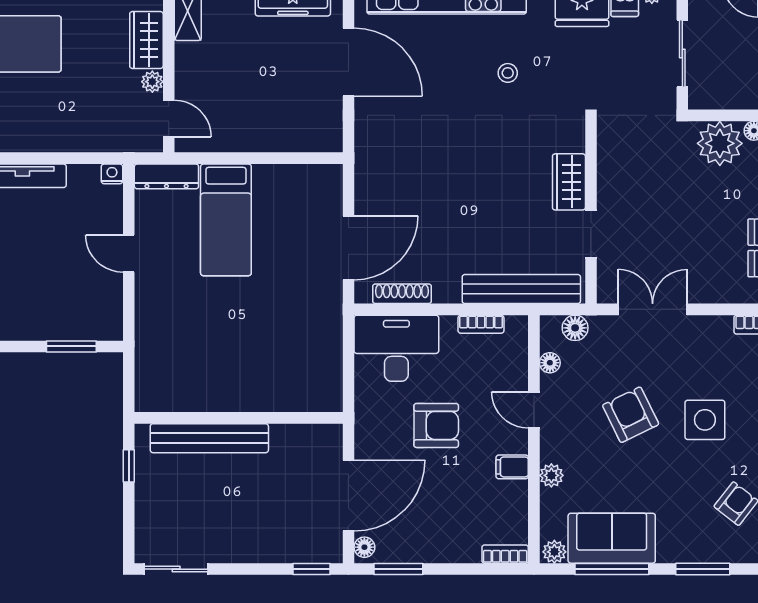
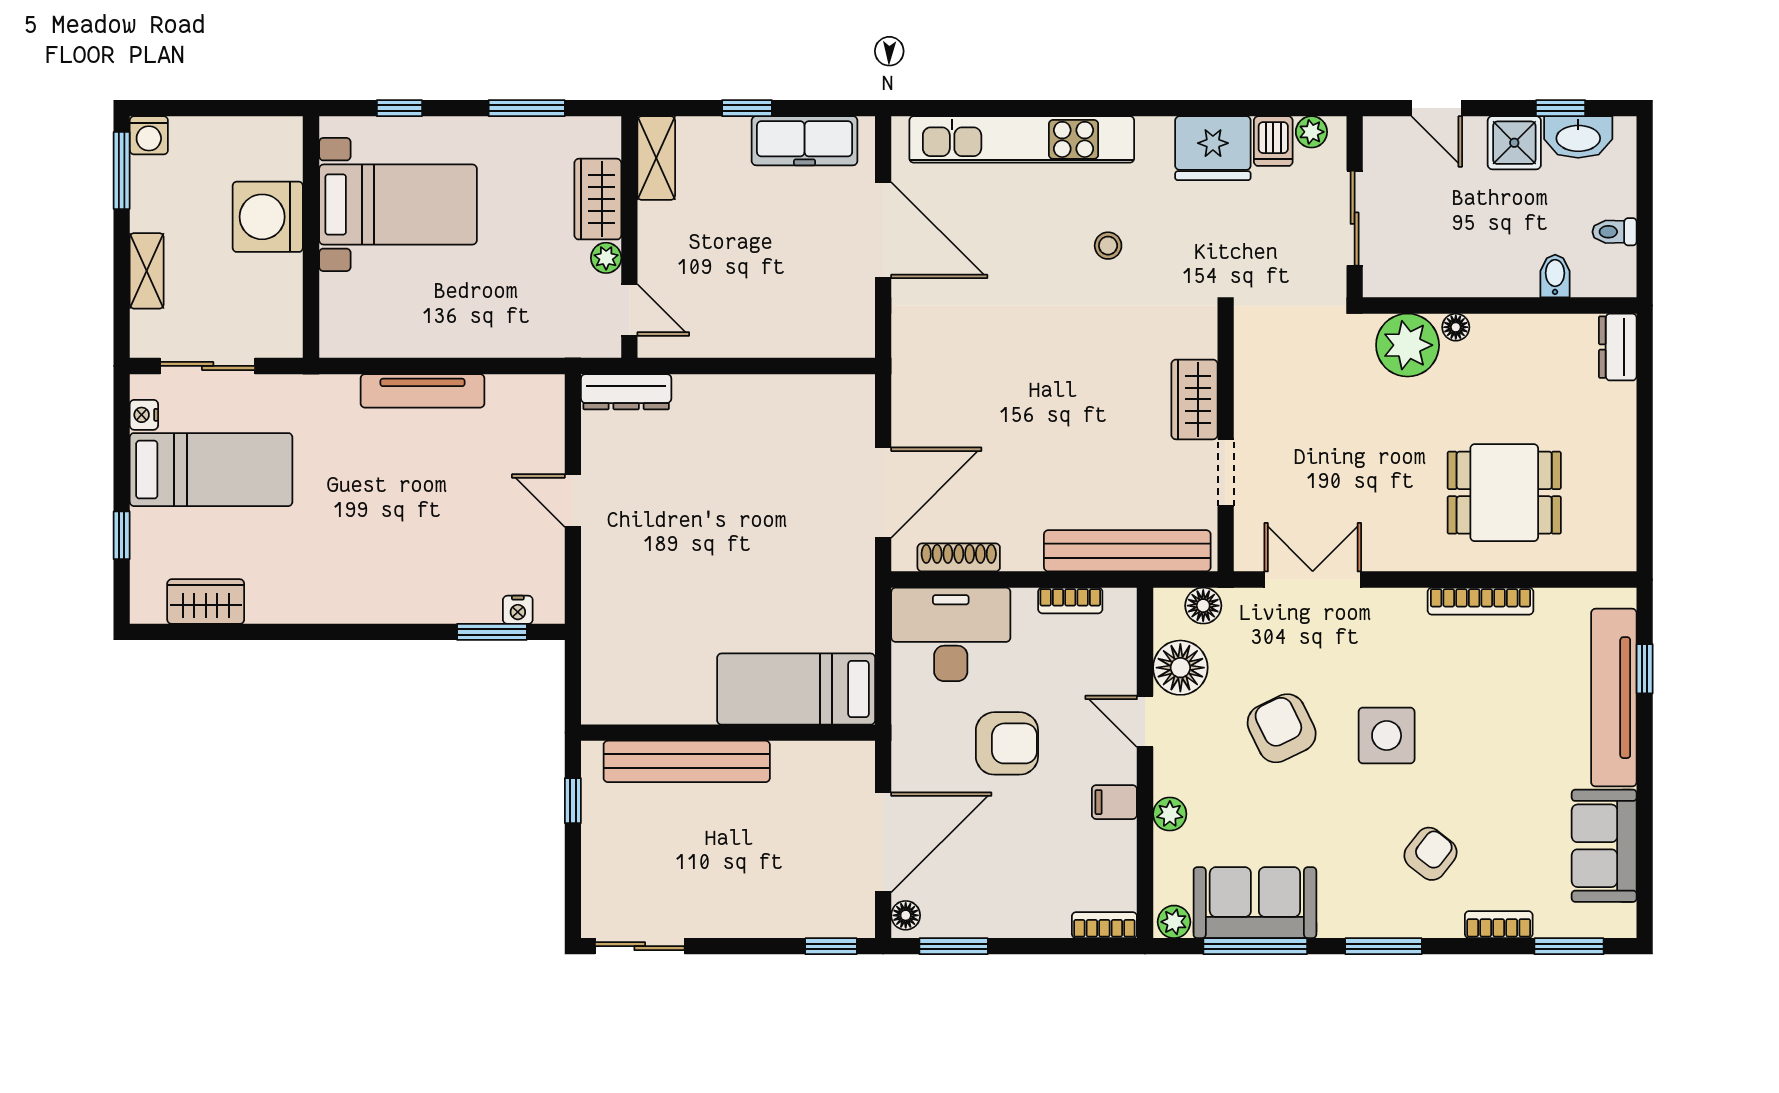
nightstand: (112, 174) -> (518, 610), moved, turned 180
bed: (226, 220) -> (796, 689), moved, turned 90
floor lamp: (550, 363) -> (1180, 668), width x1.89, depth x1.89

